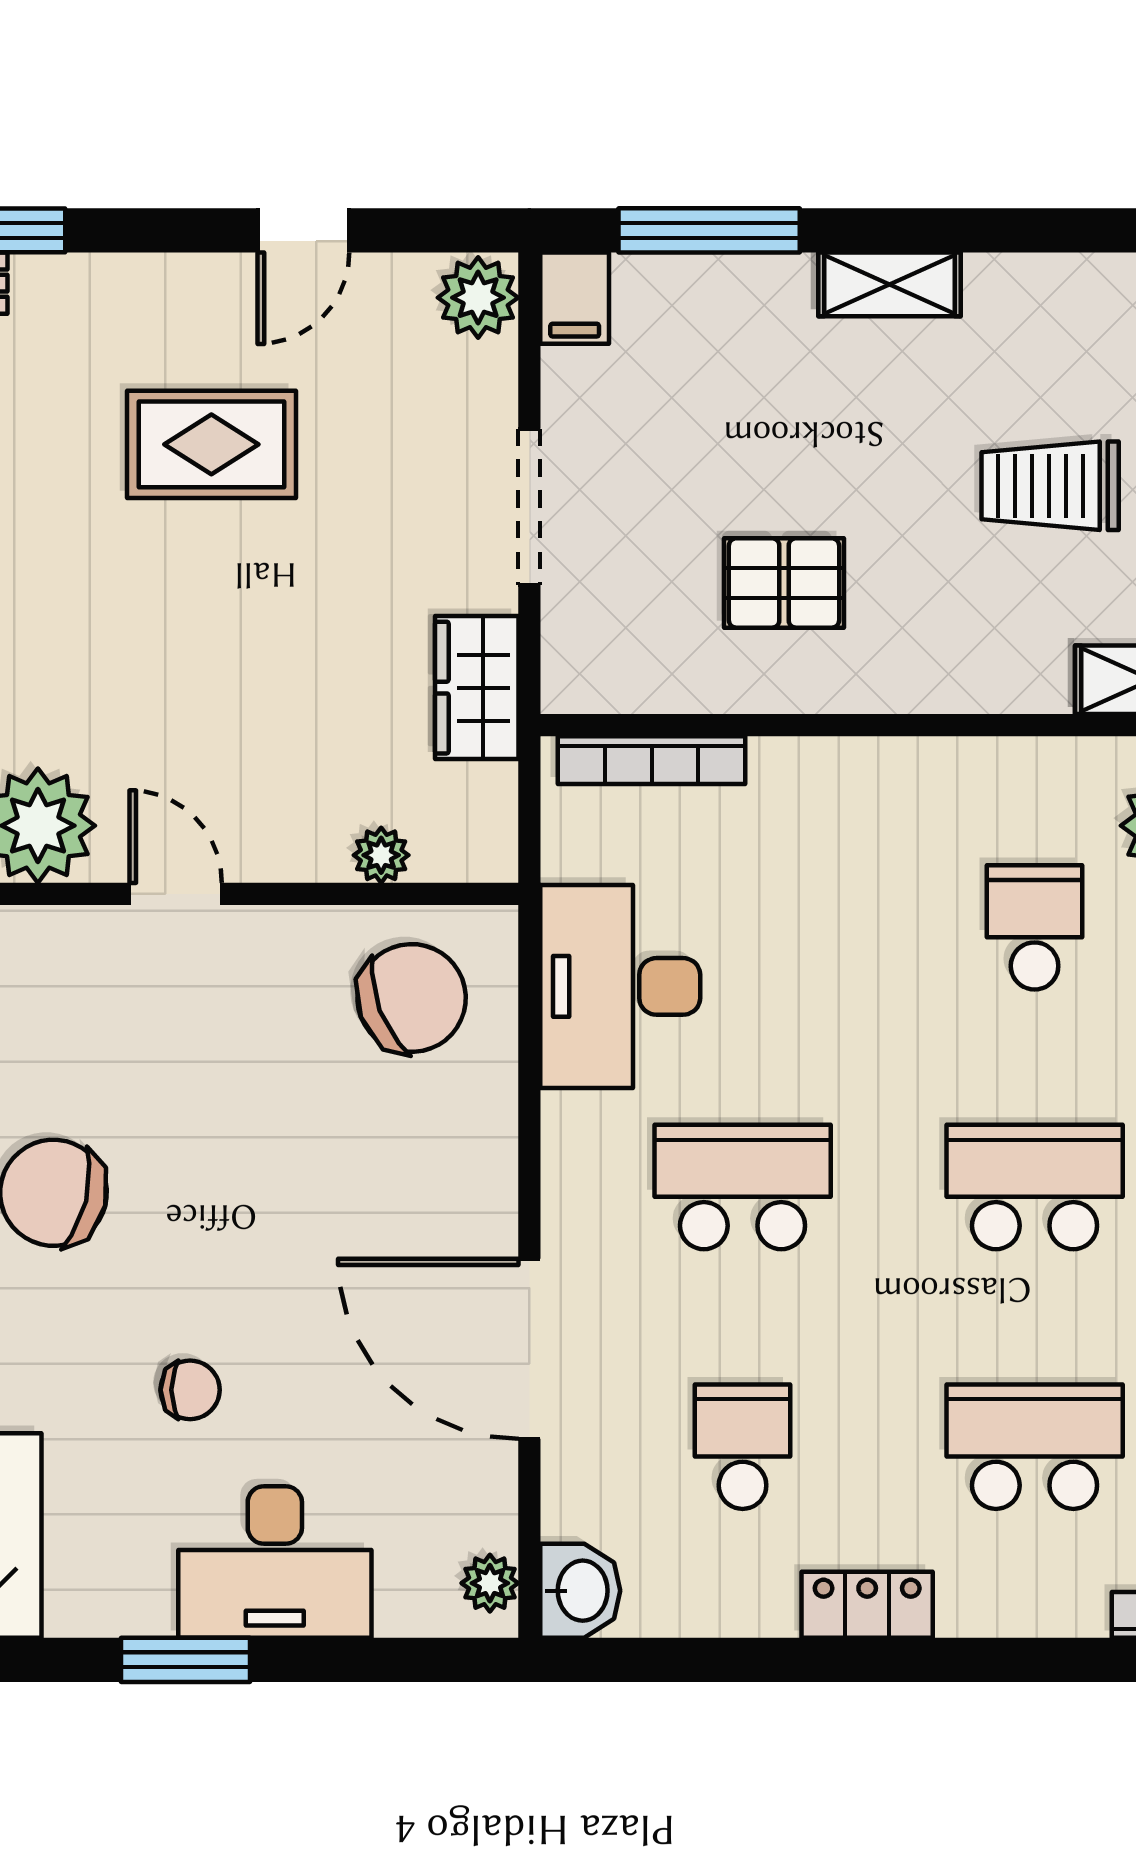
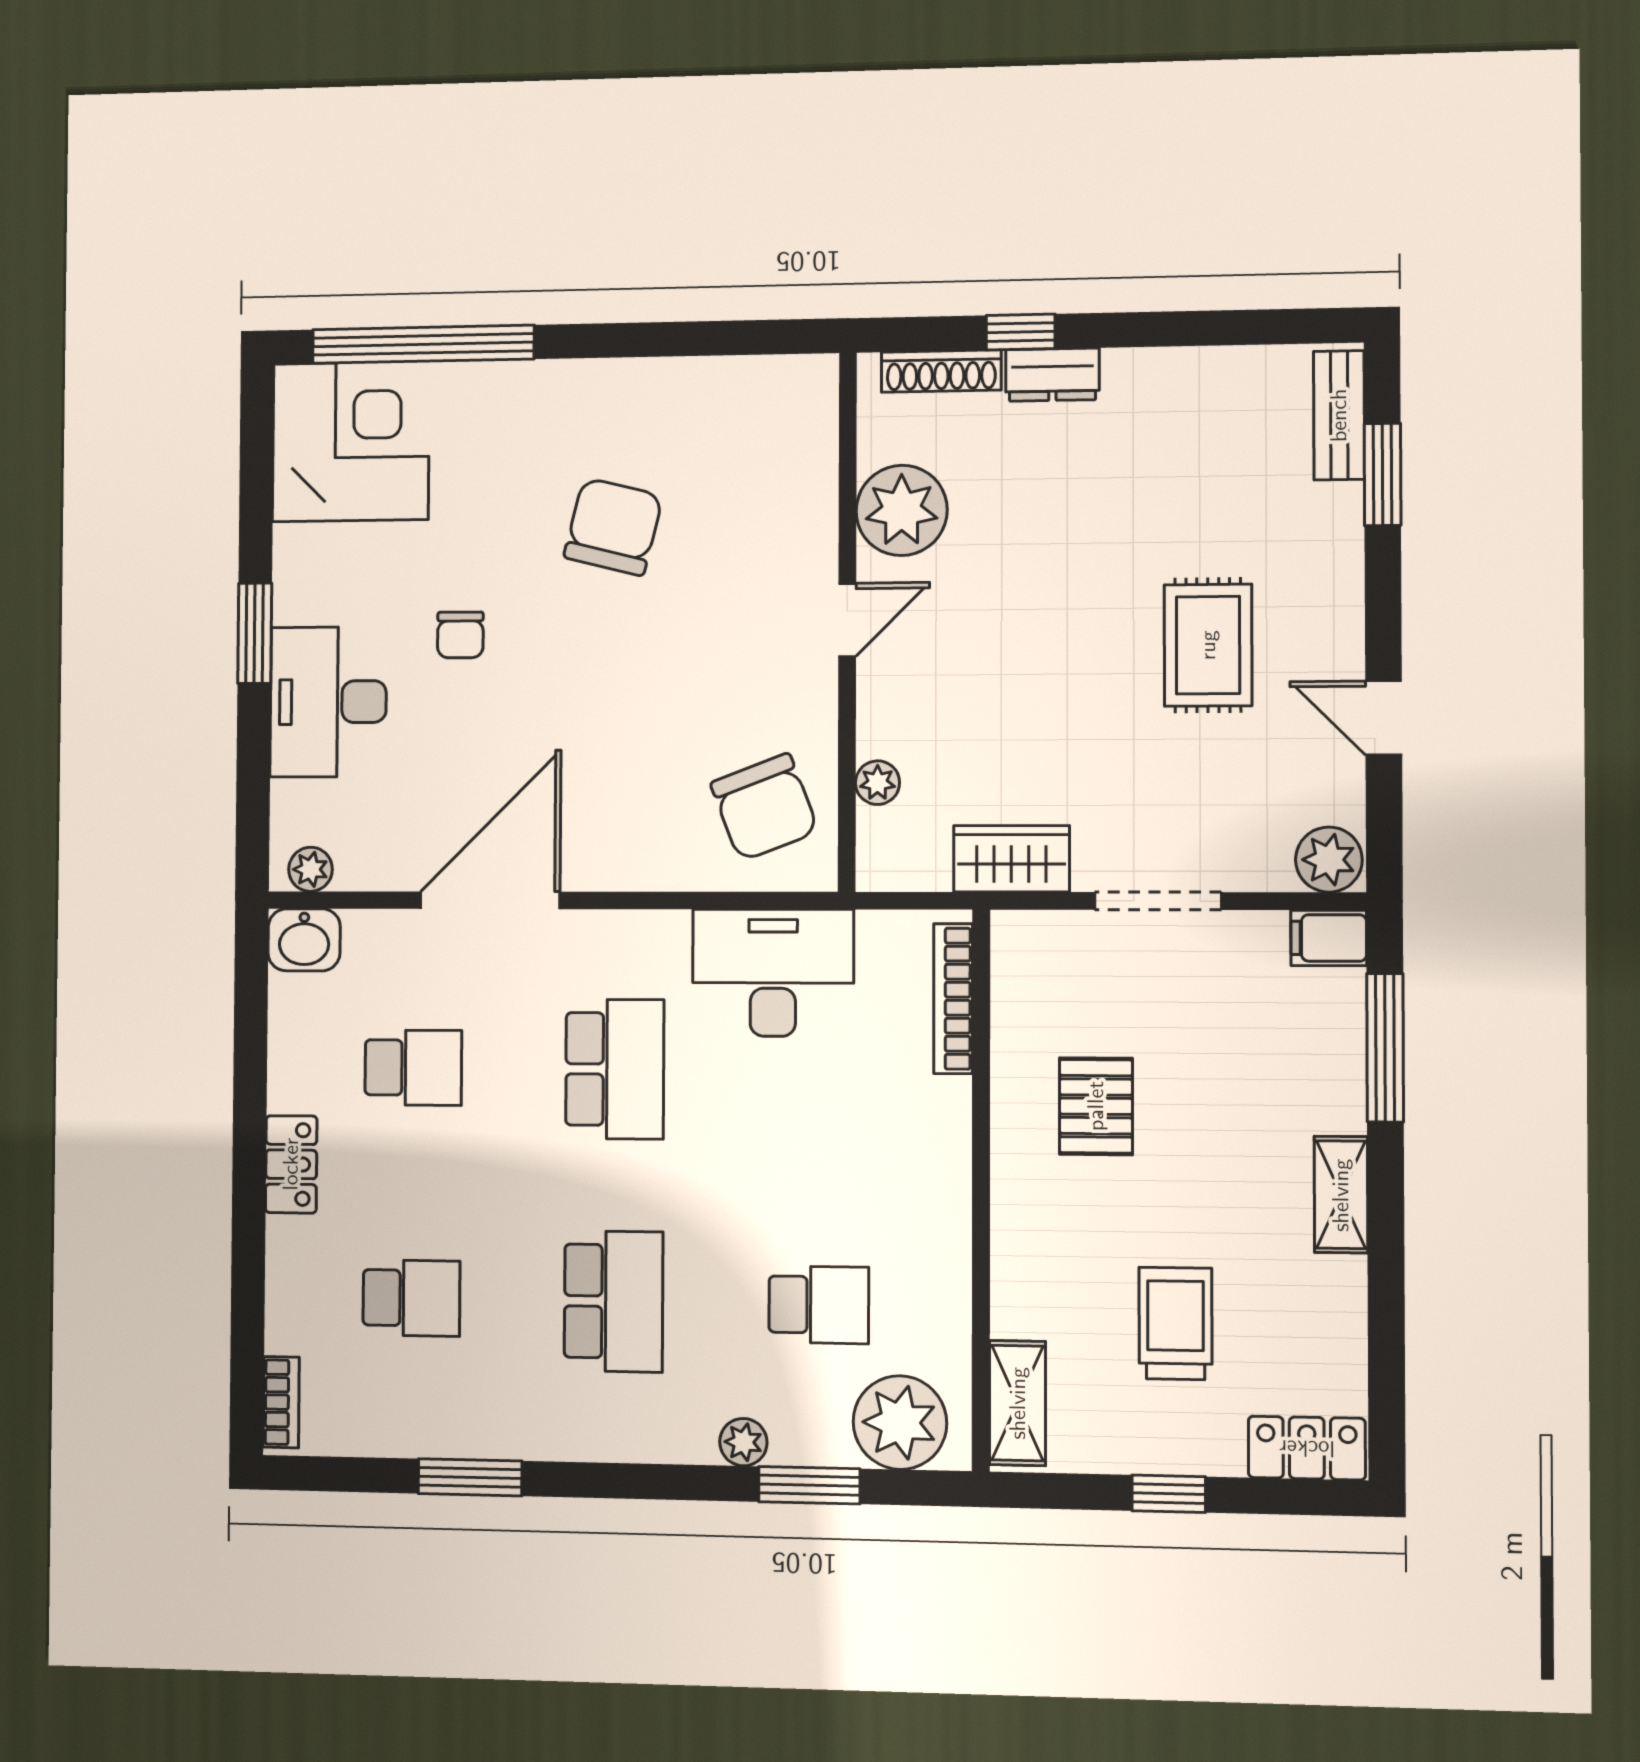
school desk: (1035, 1447) -> (411, 1298), width x0.54

